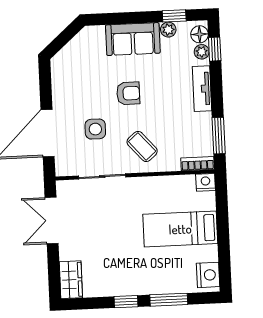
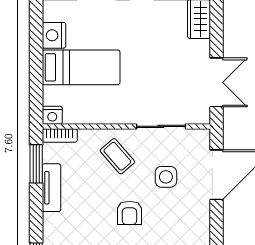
tv unit: (202, 89) -> (51, 188), moved
armchair: (128, 93) -> (129, 213), turned -90
nightstand: (208, 275) -> (54, 35), moved

